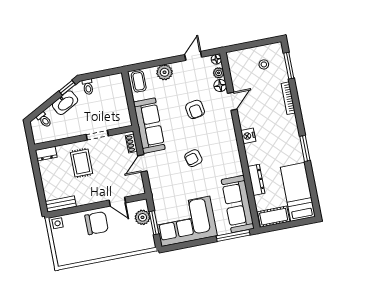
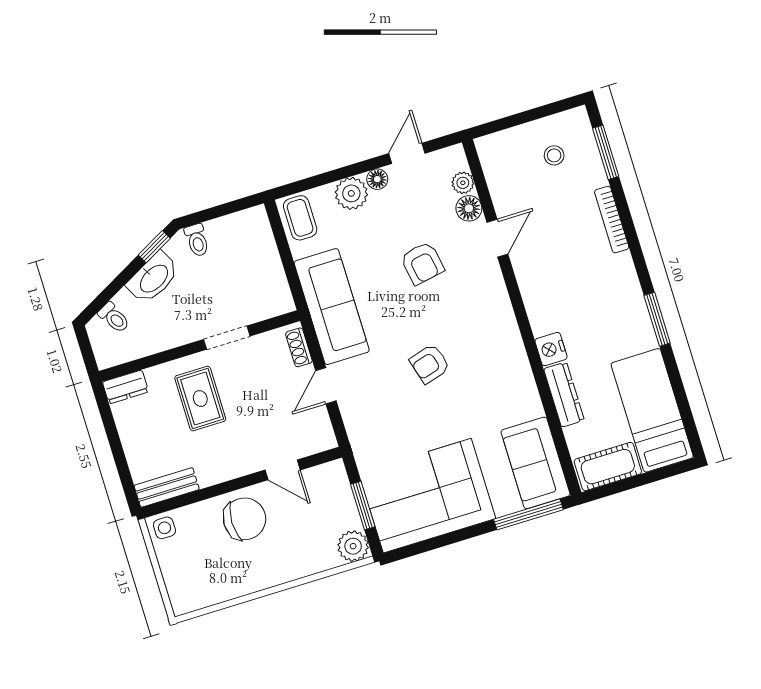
floor lamp: (216, 59) -> (377, 179), moved
nightstand: (248, 136) -> (551, 349), moved
sofa: (238, 204) -> (536, 463), width x0.73
plant: (142, 217) -> (353, 546), moved

